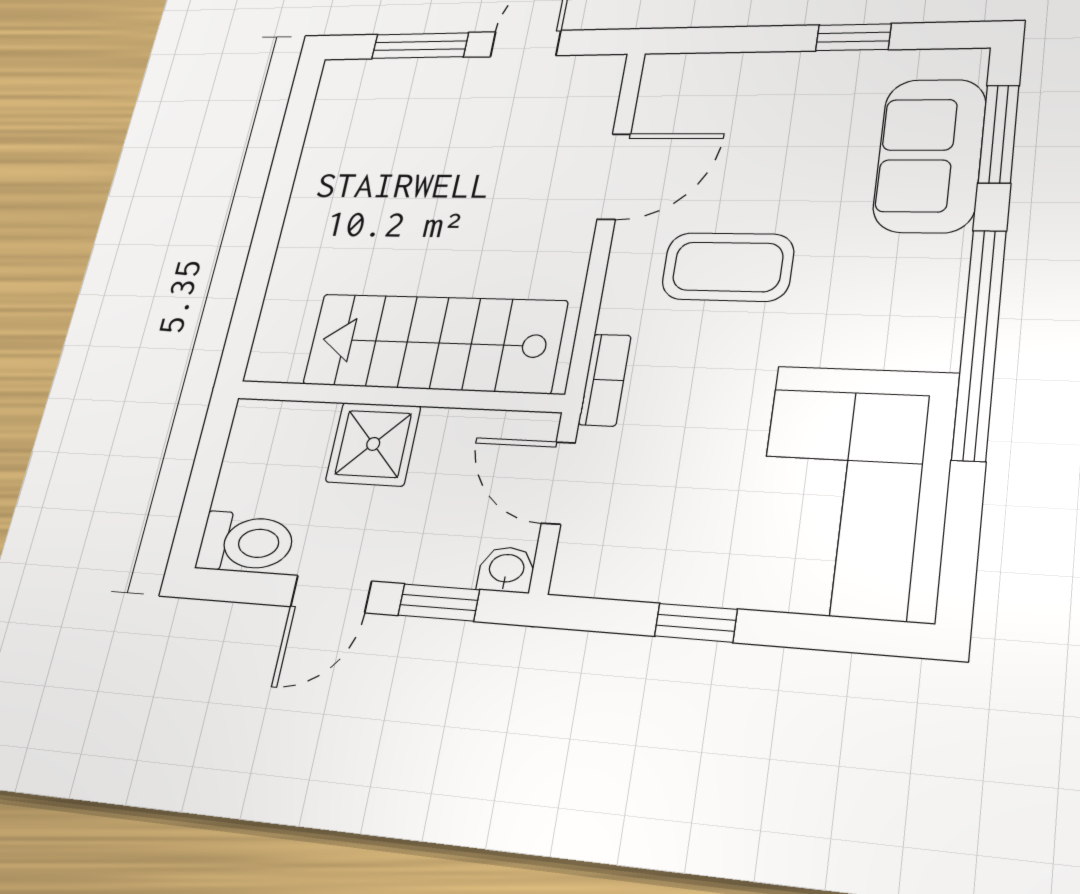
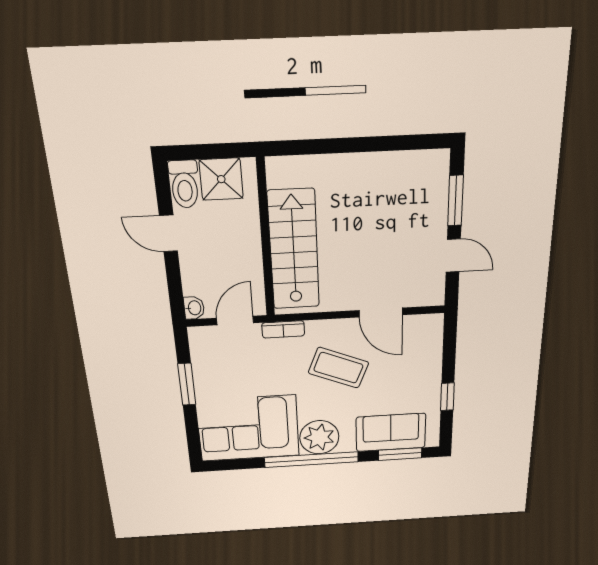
coffee table: (728, 267) -> (338, 368), turned -68
plant: (913, 320) -> (319, 437), added
shower: (373, 444) -> (221, 179), moved
window: (439, 602) -> (174, 283), removed
window: (696, 623) -> (187, 384), width x1.50

